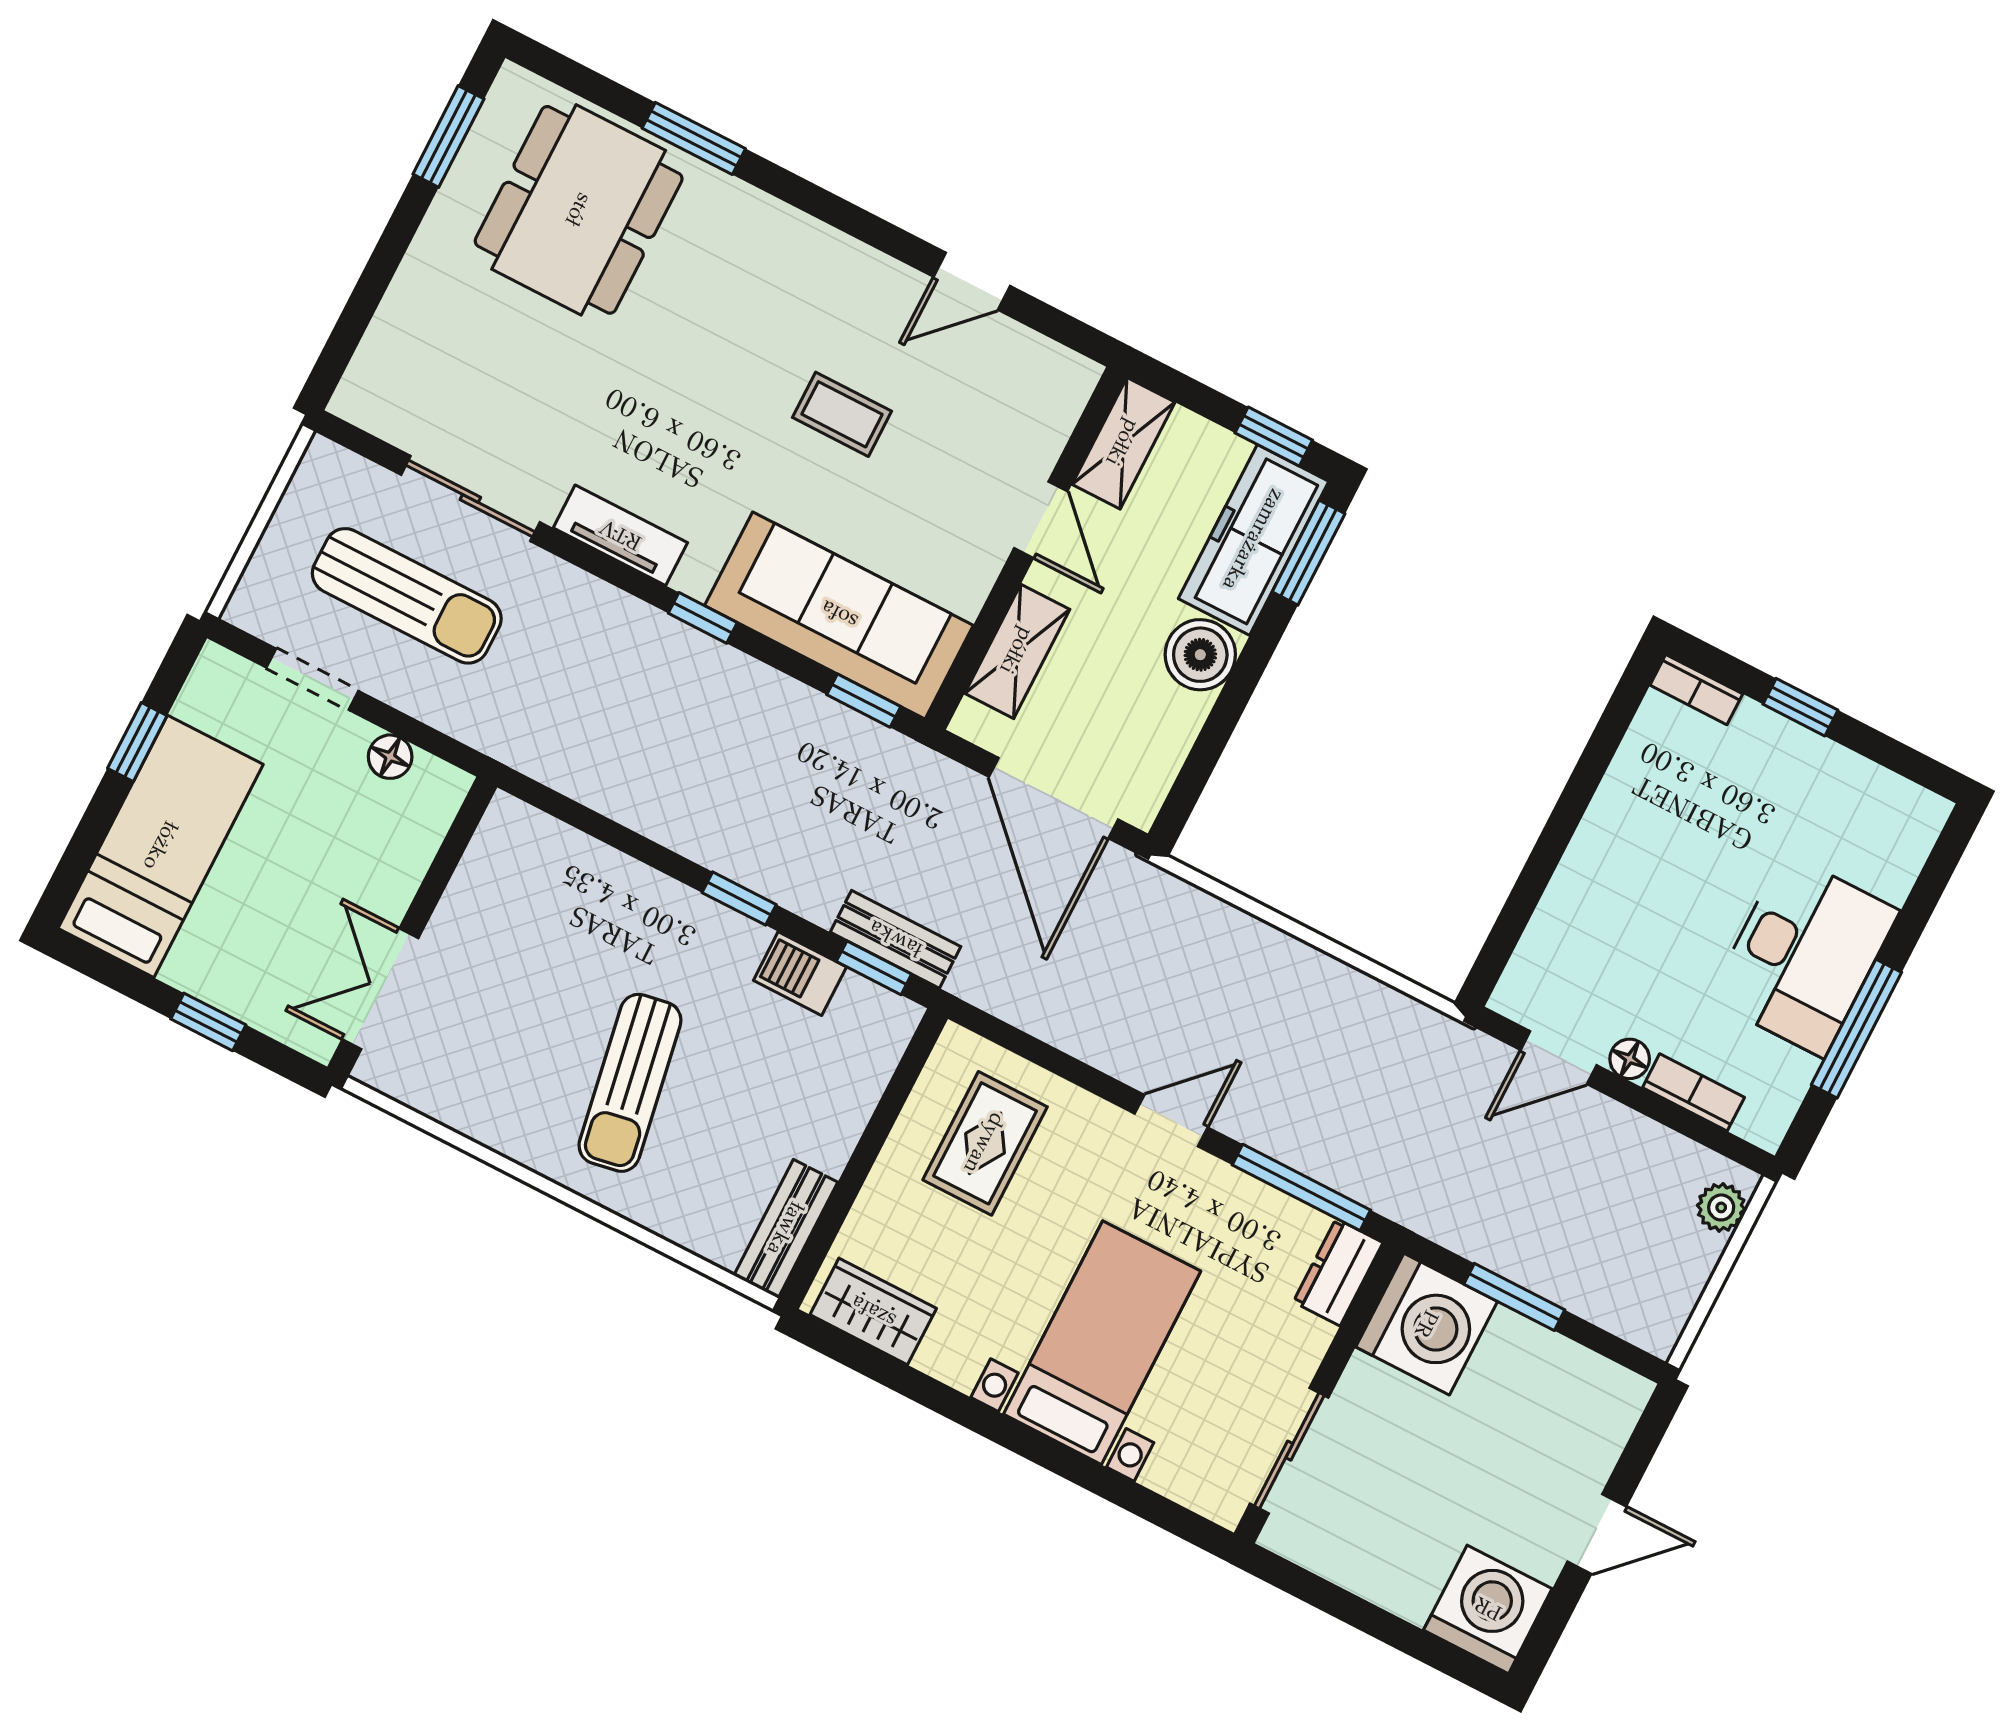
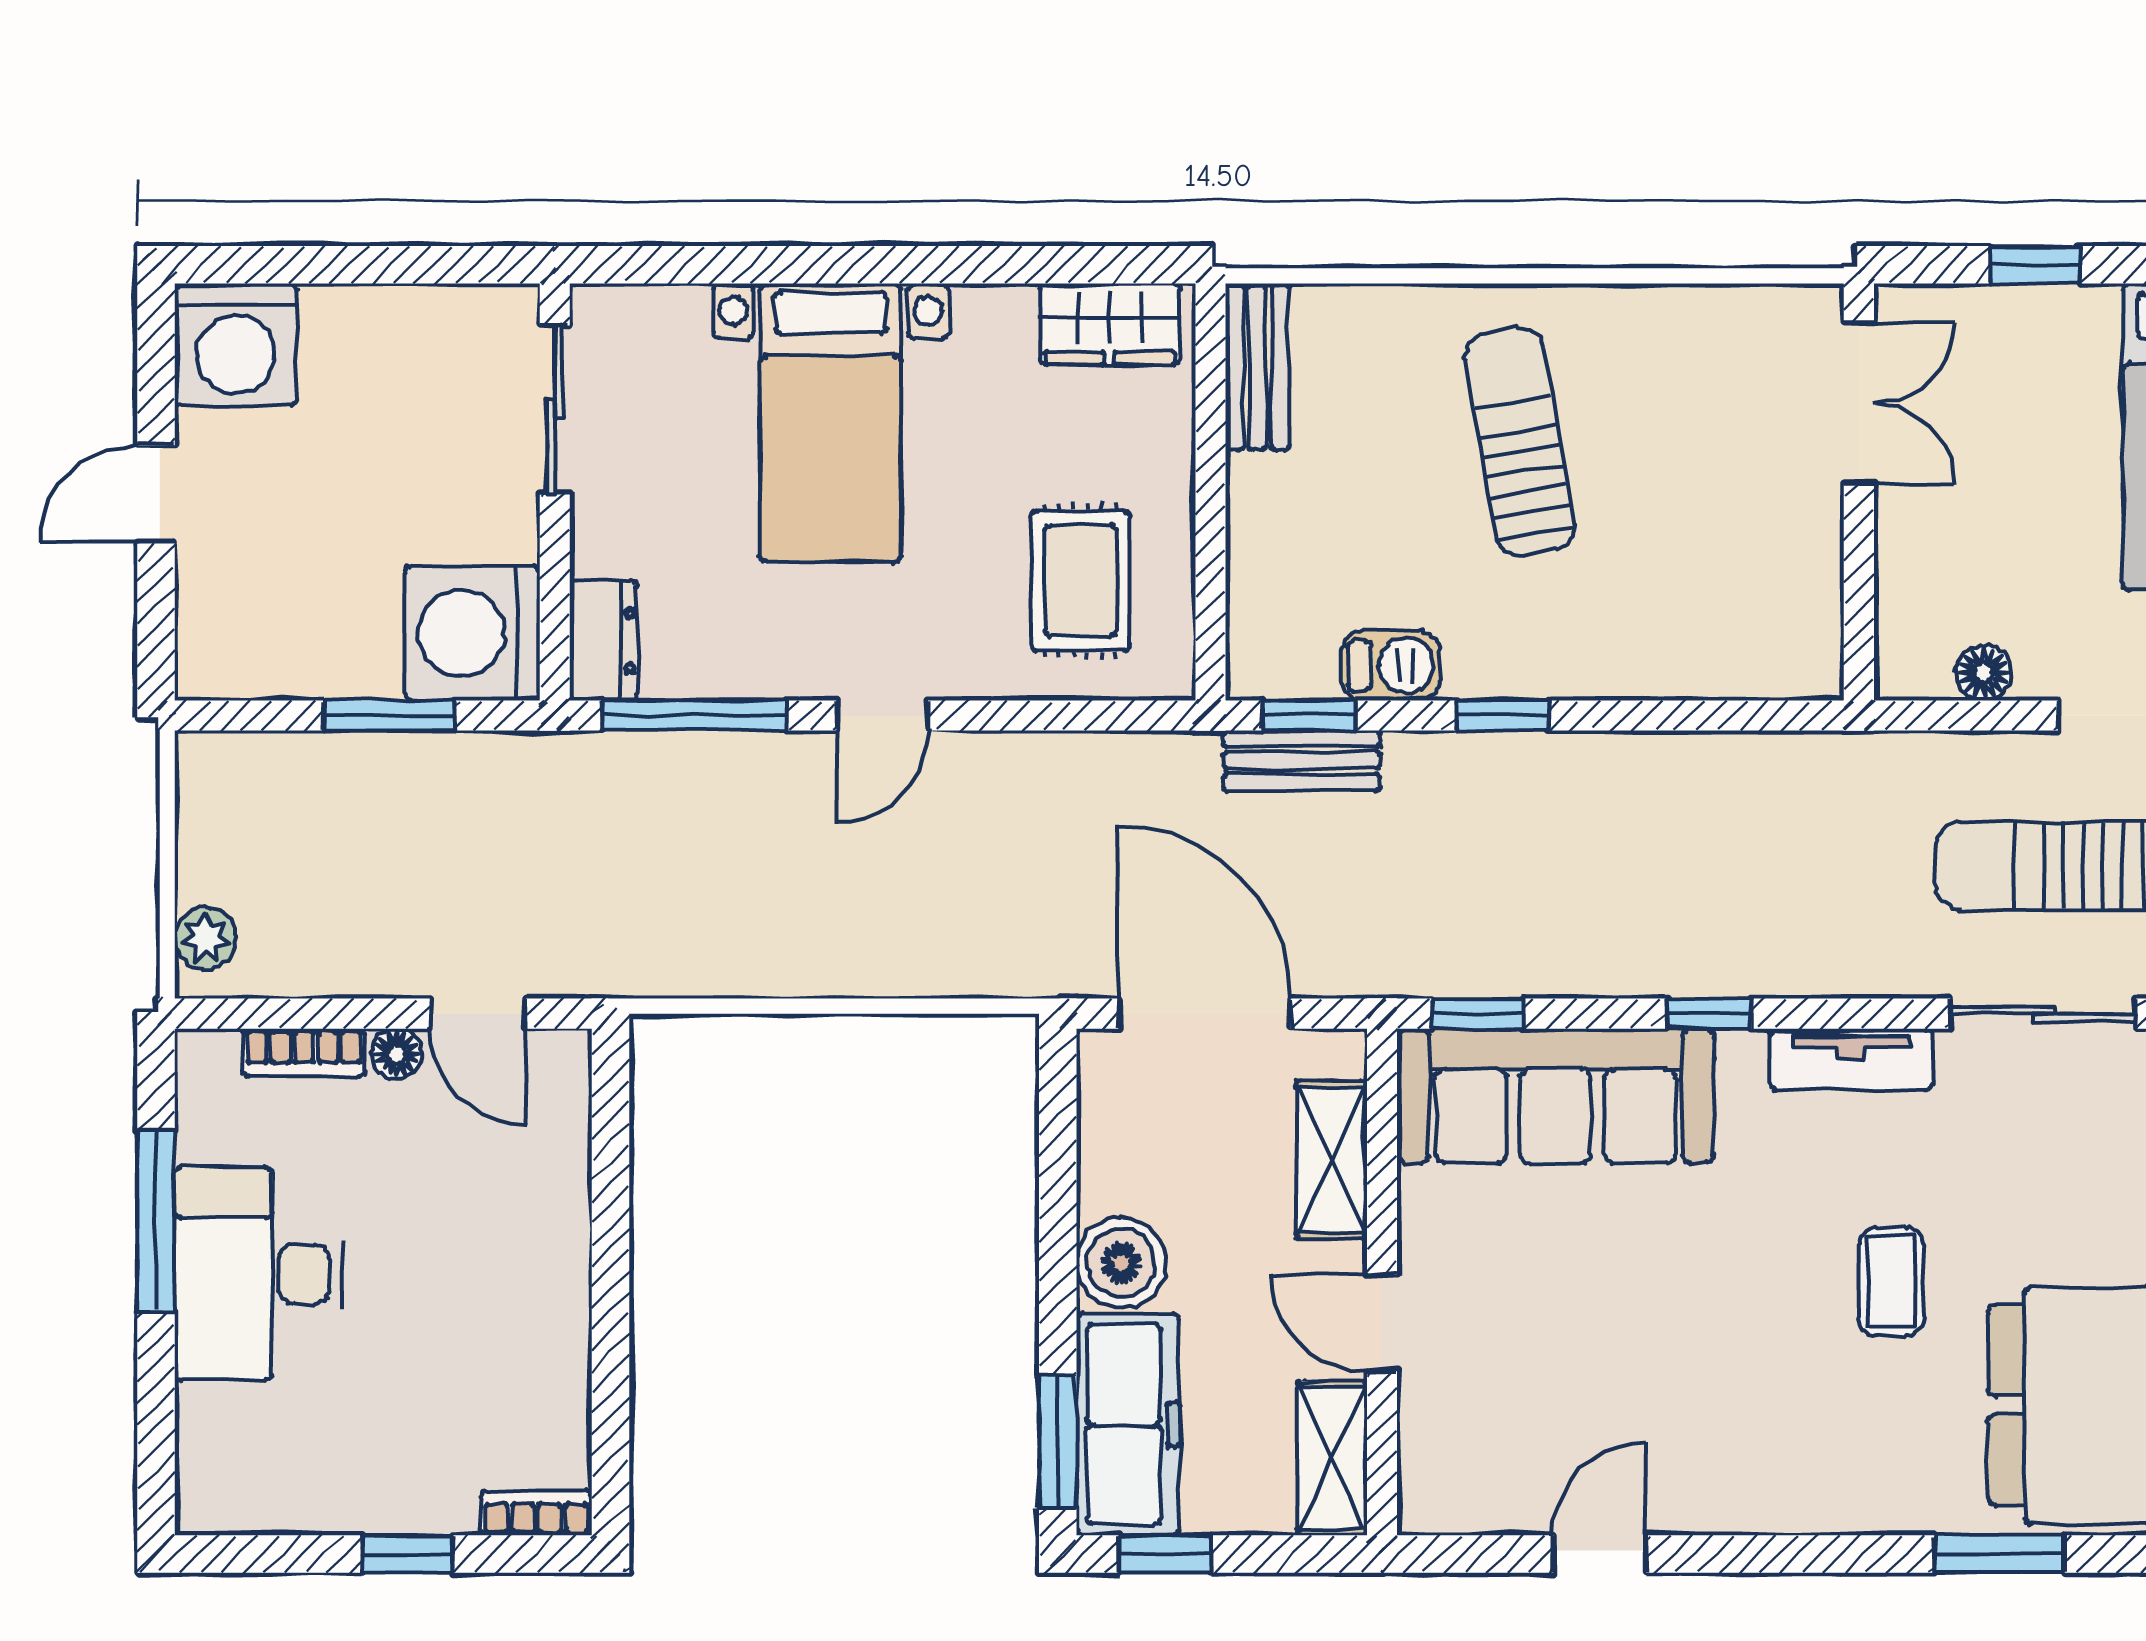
coffee table: (842, 414) -> (1891, 1281), moved, turned 90
door: (1559, 1058) -> (478, 1014), swing flipped

